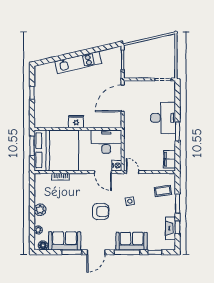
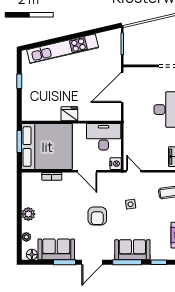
kitchen unit: (78, 62) -> (63, 49), width x1.36
door: (103, 172) -> (87, 171), moved
armchair: (101, 211) -> (97, 216), turned 90

